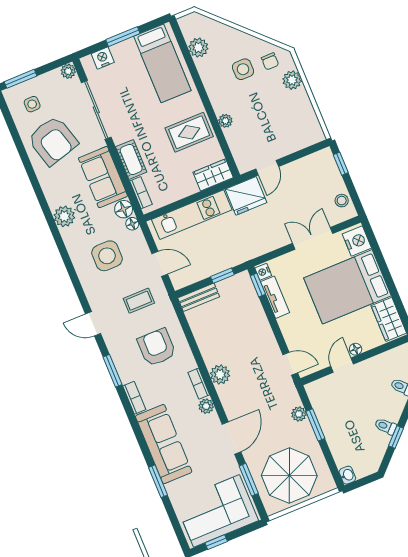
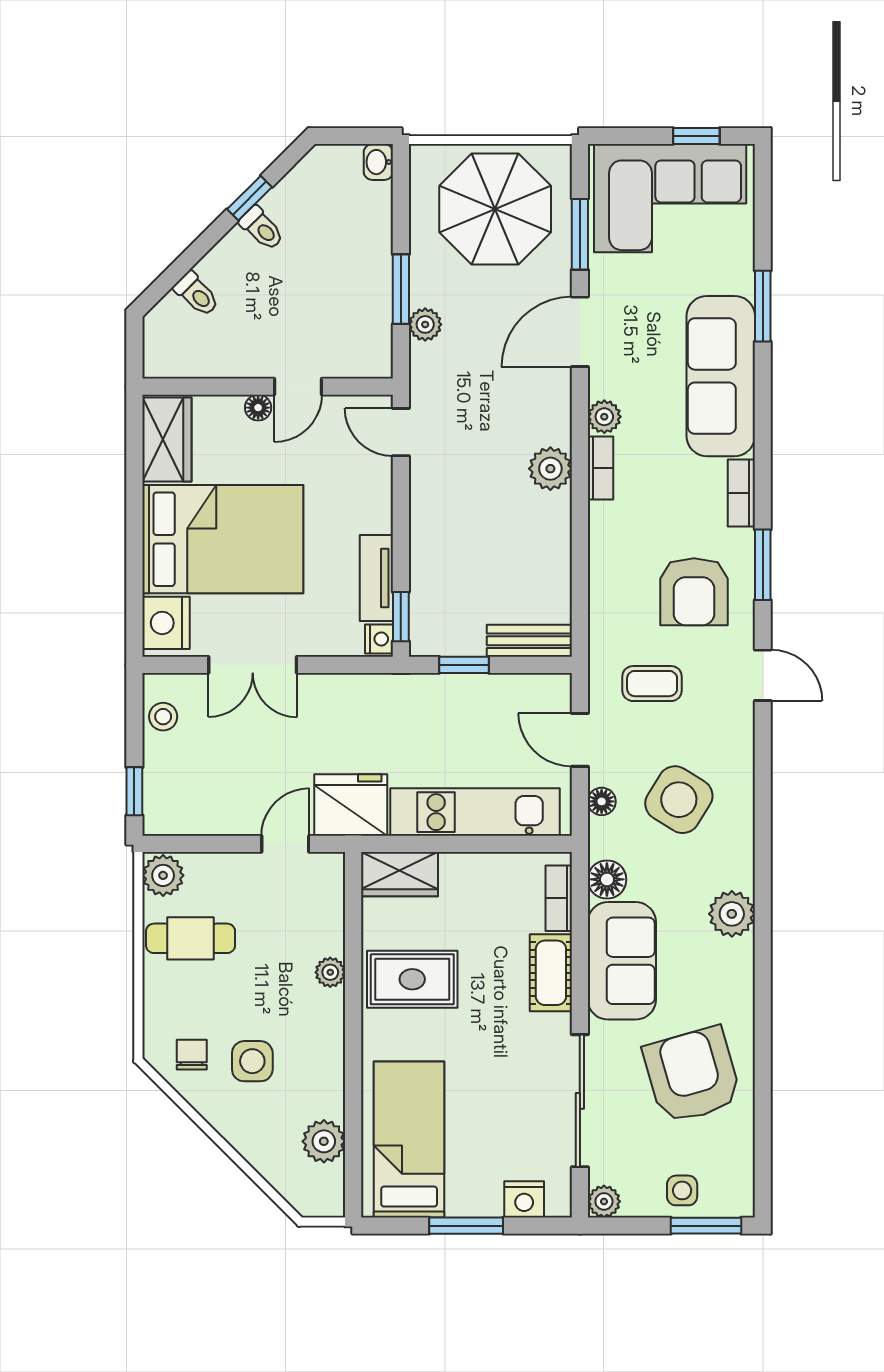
plant: (292, 80) -> (163, 875), moved
side table: (32, 104) -> (682, 1190), moved
cafe table: (291, 111) -> (191, 938), added
floor lamp: (132, 224) -> (602, 801), moved
side table: (107, 256) -> (679, 800), turned 32
armchair: (157, 347) -> (694, 592), moved

